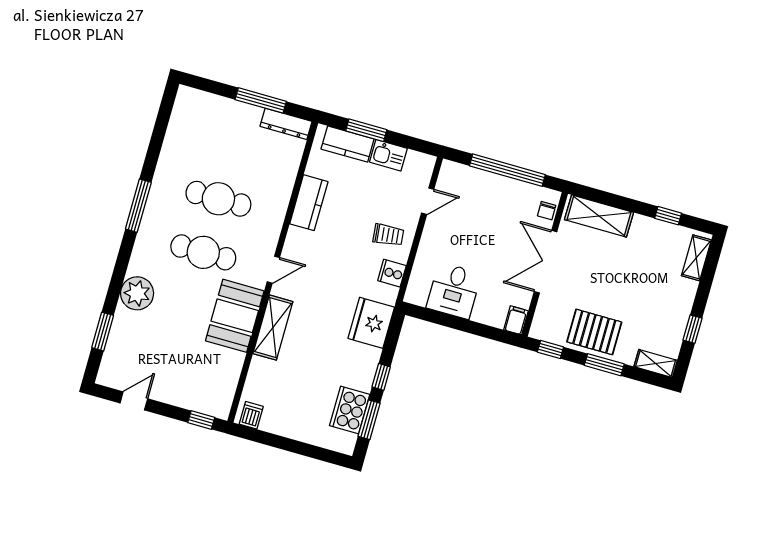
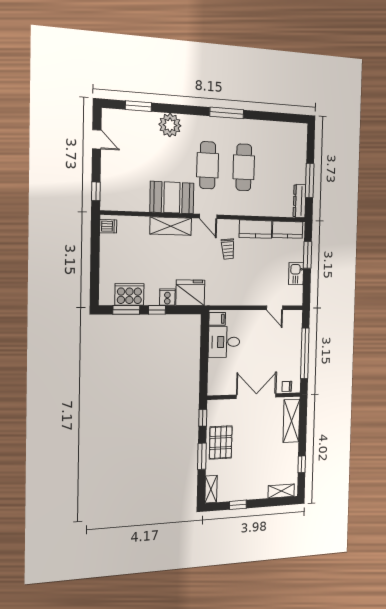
kitchen counter: (348, 144) -> (288, 230), moved, turned -90
trolley: (388, 235) -> (228, 249), moved
cooker: (392, 273) -> (167, 297), moved
filing cabinet: (516, 320) -> (217, 319), moved

